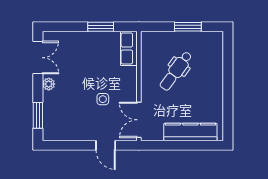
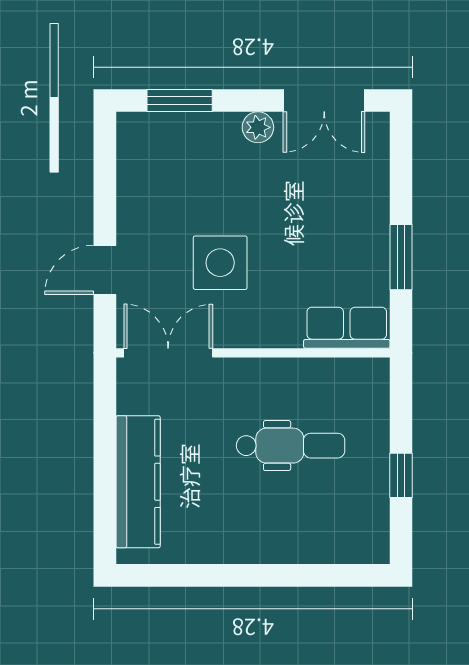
window: (188, 27) -> (401, 475), width x0.67
dental chair: (176, 71) -> (291, 446), turned 144
side table: (103, 99) -> (220, 263), width x1.87, depth x1.87

